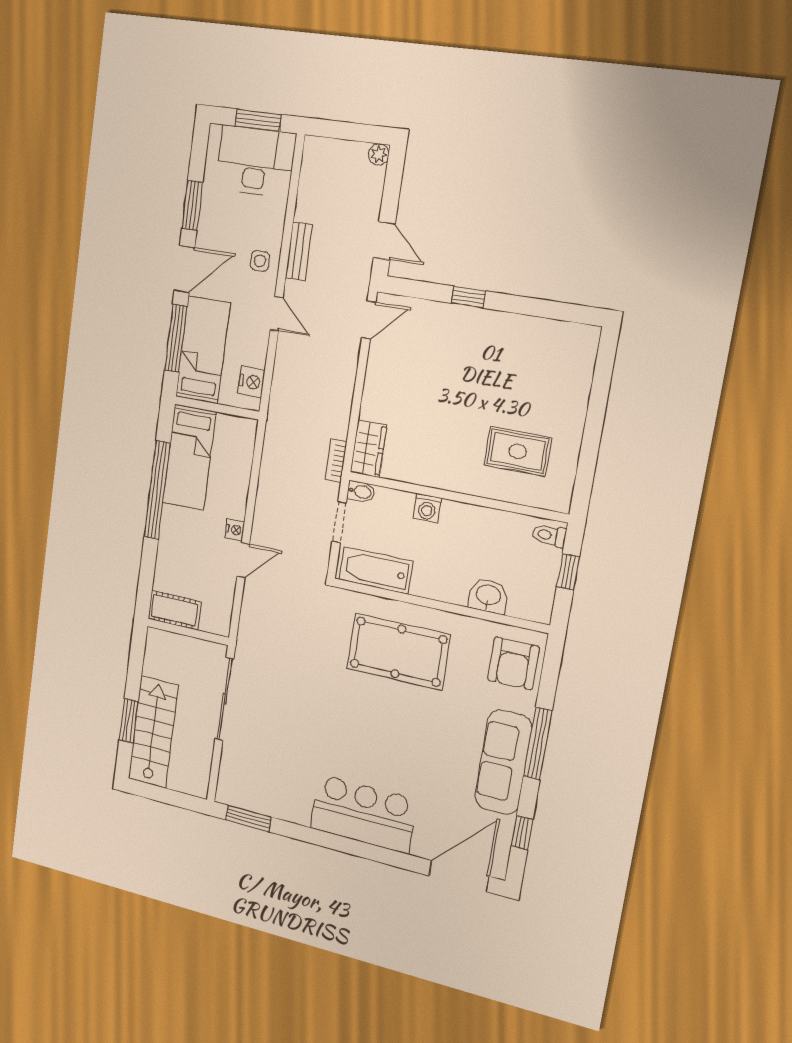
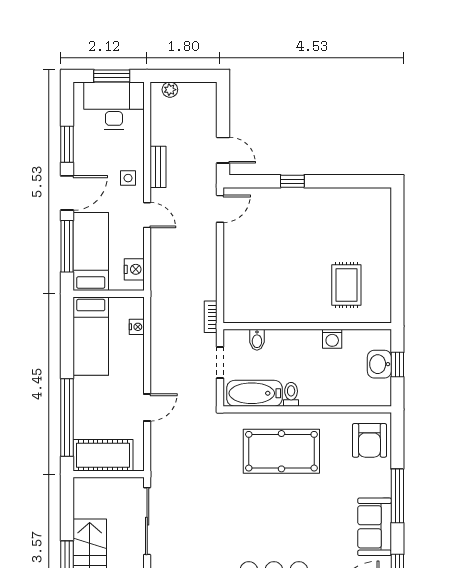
plant: (379, 154) -> (170, 90), moved
wardrobe: (369, 449) -> (235, 303), removed
rug: (518, 451) -> (346, 285), turned 90
window: (157, 490) -> (67, 417), moved
bidet: (361, 492) -> (257, 340), moved, turned 90
washing machine: (427, 508) -> (332, 339), moved
nightstand: (235, 530) -> (137, 327), moved
toilet: (549, 535) -> (291, 394), moved, turned 90
washbasin: (488, 596) -> (379, 364), moved, turned -90
cot: (175, 610) -> (103, 455), width x1.37, depth x1.34
sofa: (503, 762) -> (375, 527), width x0.73

